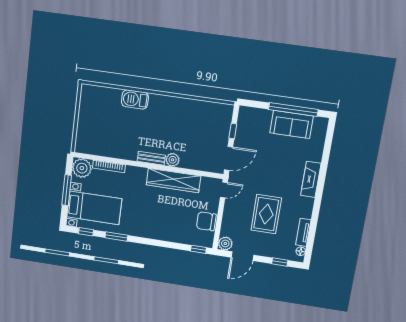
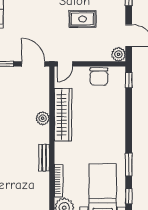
bench: (151, 158) -> (44, 158), moved
door: (224, 190) -> (65, 64), swing flipped
rug: (266, 214) -> (83, 19), width x0.73, depth x0.70

